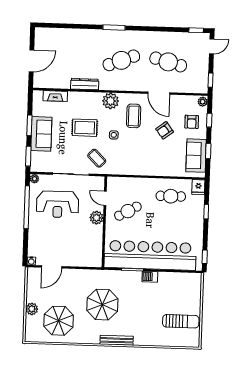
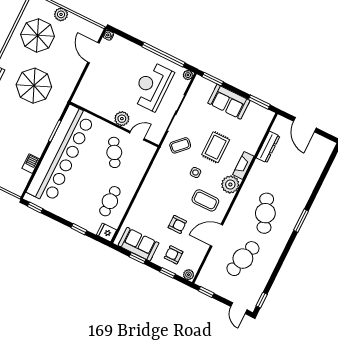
dresser: (85, 84) -> (268, 147), moved
fireplace: (55, 96) -> (243, 165), moved
window: (29, 125) -> (259, 102), moved
armchair: (165, 130) -> (177, 224), turned 127
barbecue: (150, 277) -> (31, 164), moved

